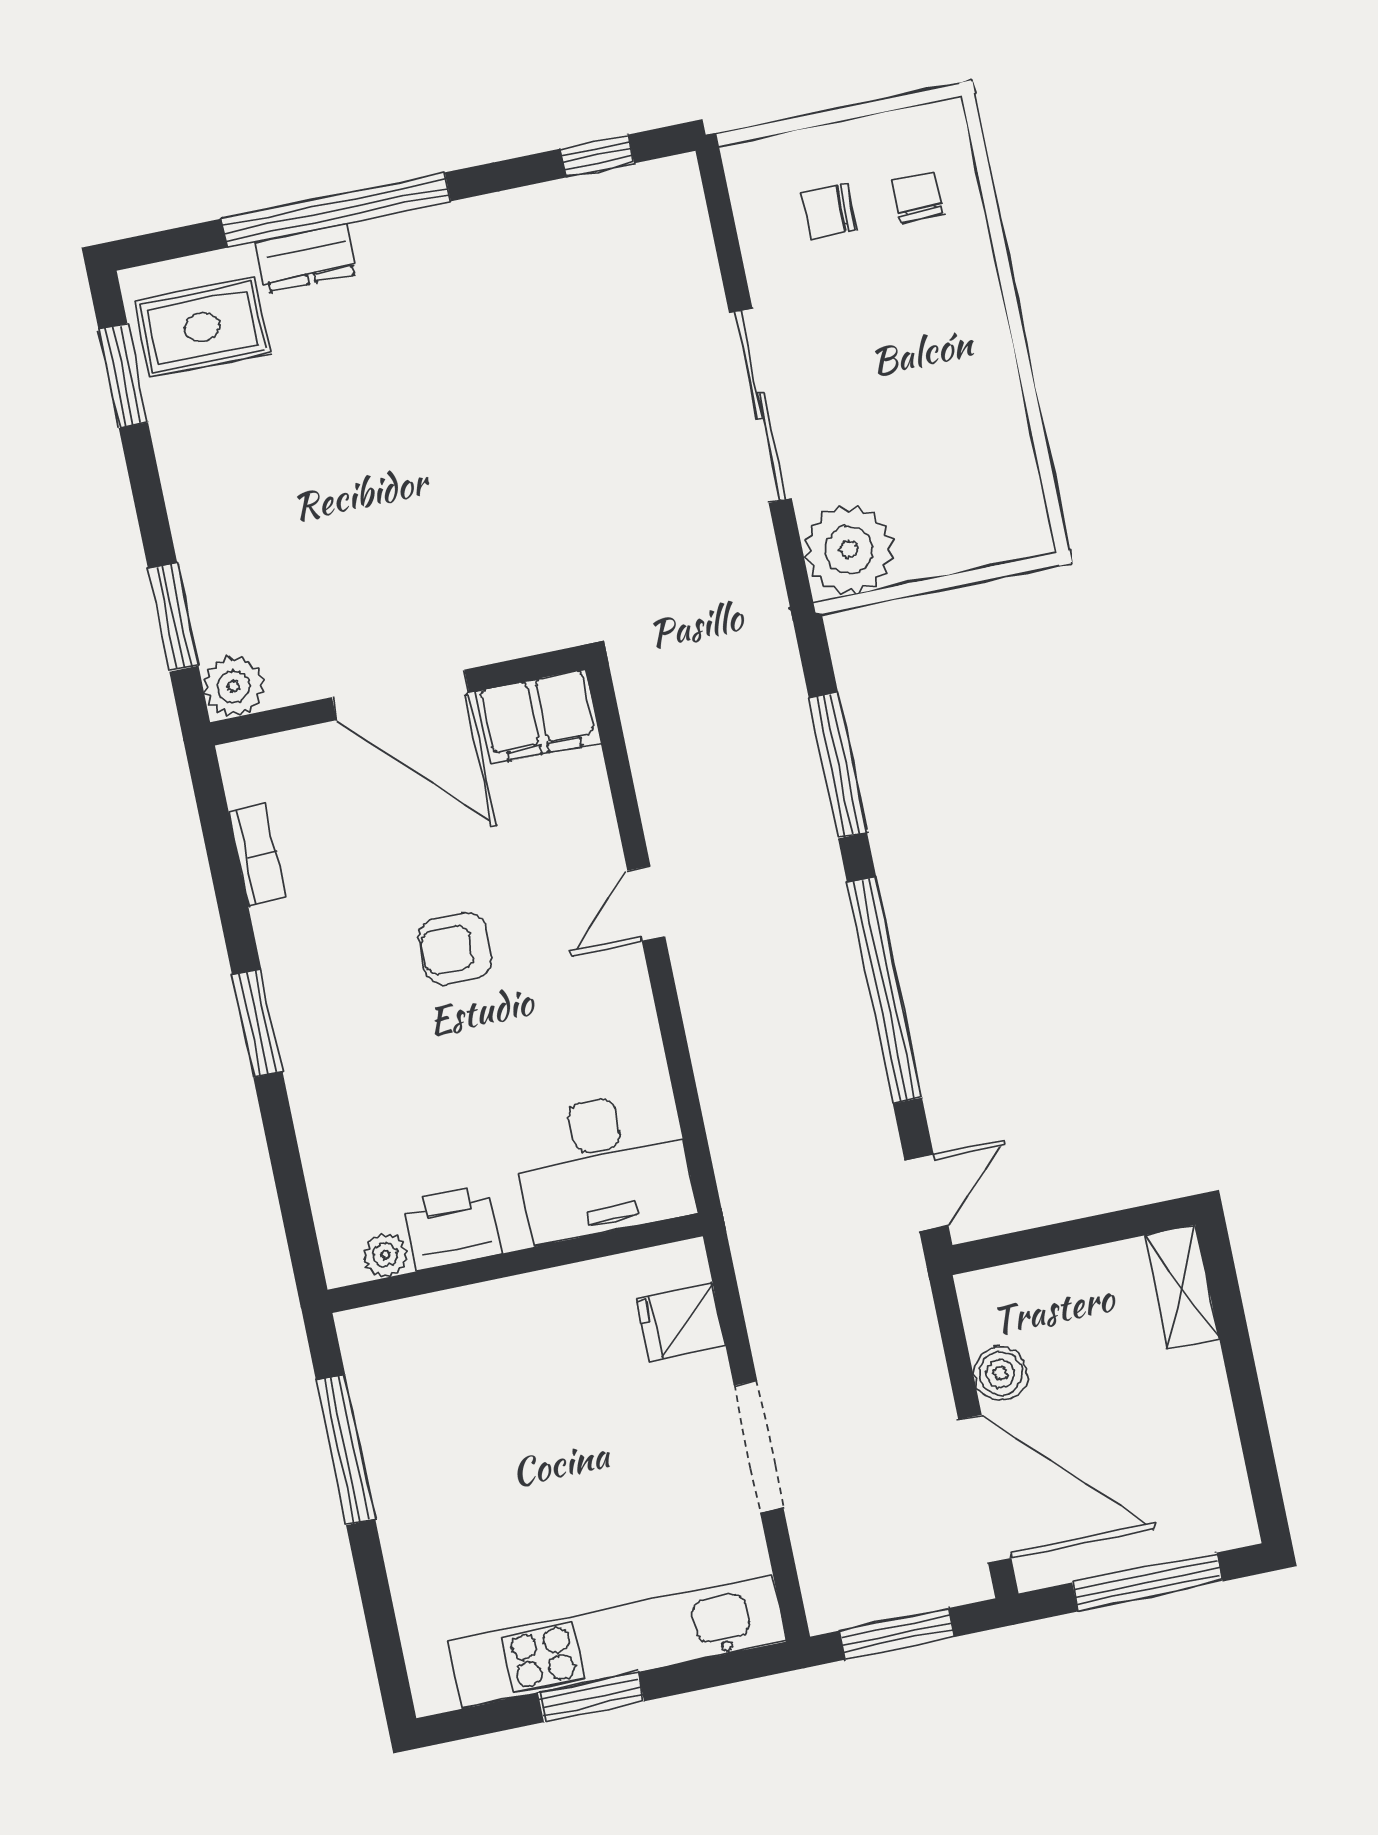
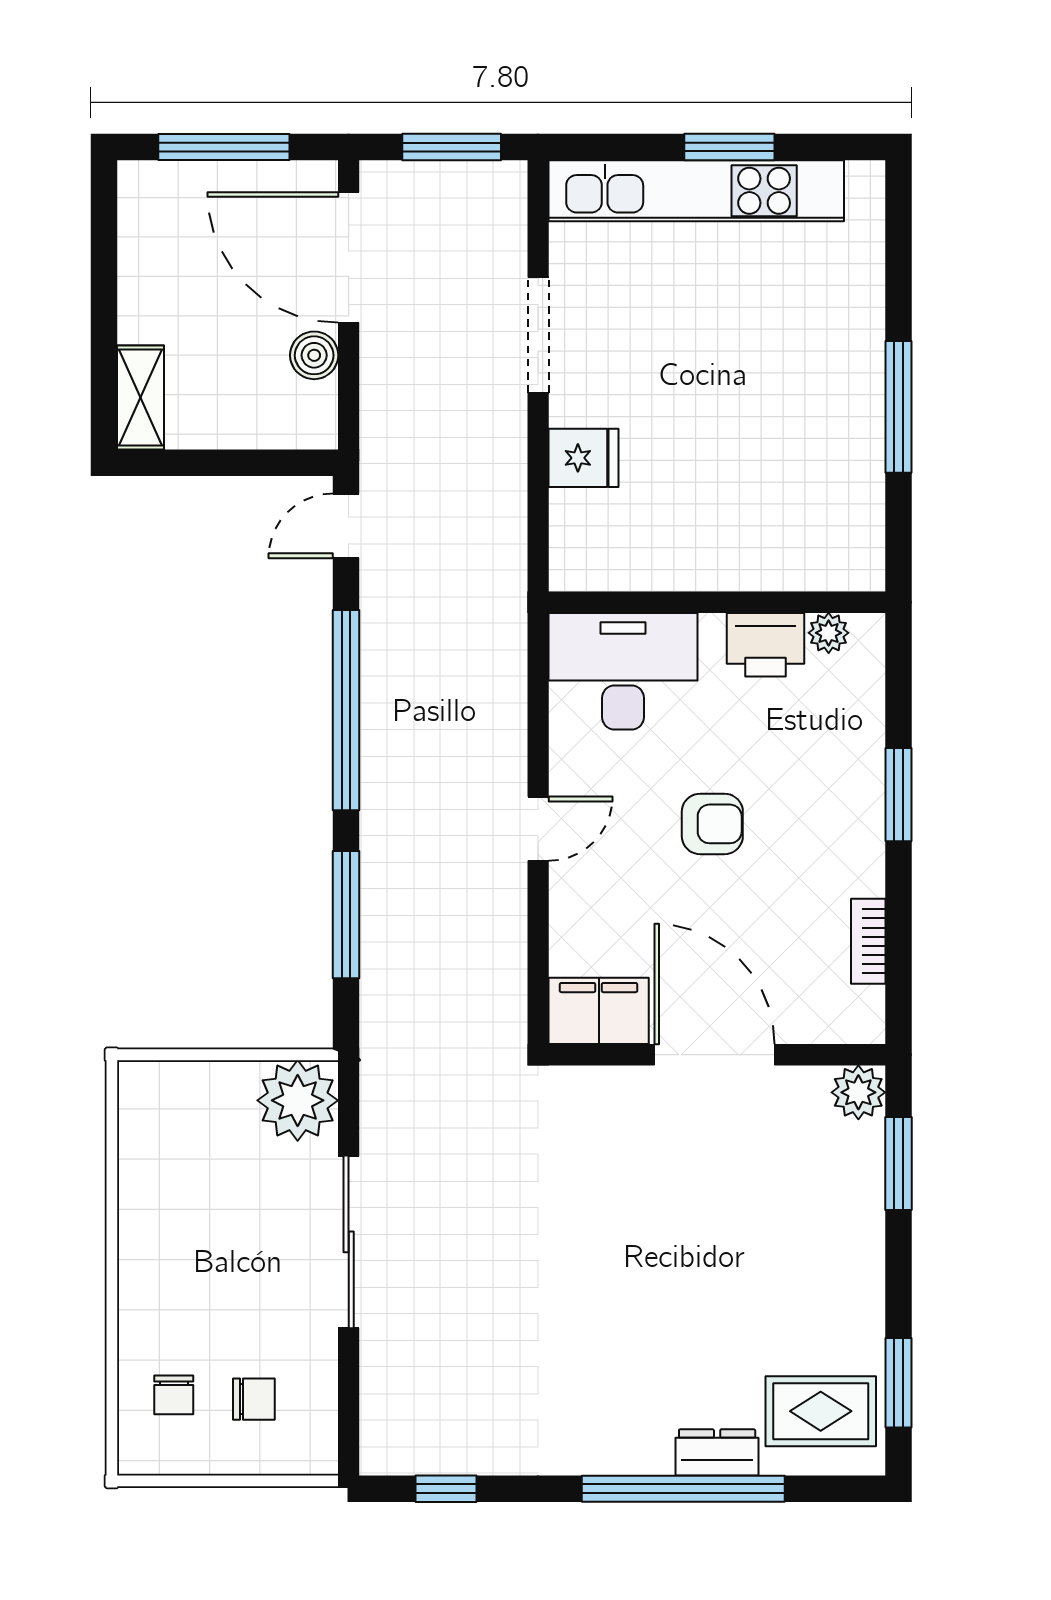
desk: (603, 1166) -> (623, 671), moved
printer: (452, 1227) -> (765, 645), moved
plant: (385, 1255) -> (829, 633), moved
wall: (515, 1263) -> (717, 602), moved

